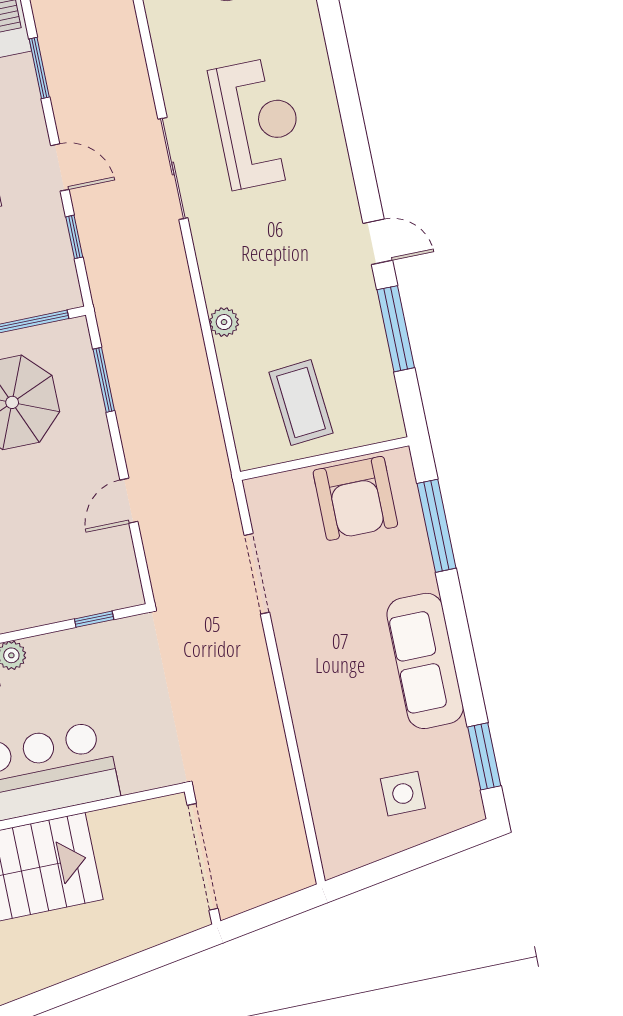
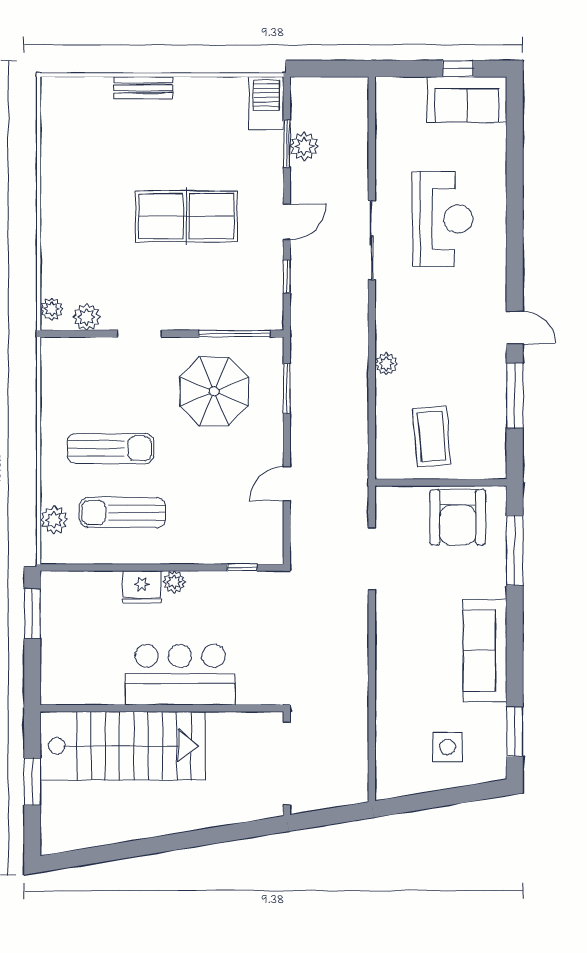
plant: (62, 66) -> (304, 146), added
door: (60, 167) -> (287, 222), hinge flipped

